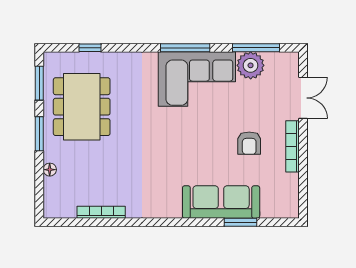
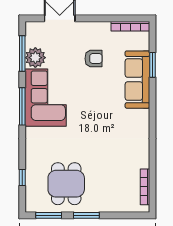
dining table: (82, 107) -> (66, 184), width x0.73
bookcase: (292, 146) -> (130, 26), moved
floor lamp: (50, 170) -> (113, 208), removed
bookcase: (101, 212) -> (145, 187), moved

